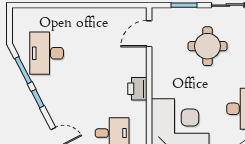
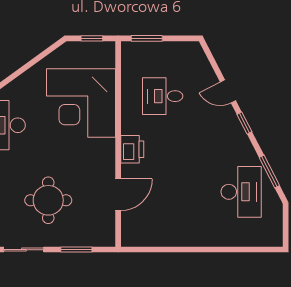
door: (149, 34) -> (118, 195), moved
window: (38, 99) -> (244, 123), moved

